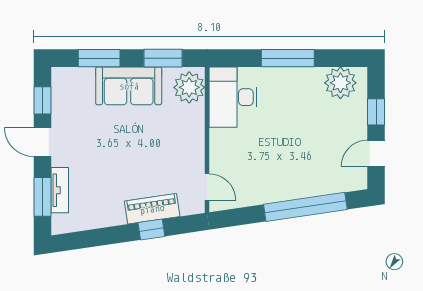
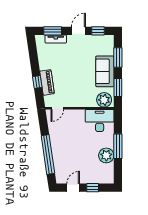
plant: (340, 83) -> (106, 155), moved
door: (376, 153) -> (73, 188), hinge flipped

